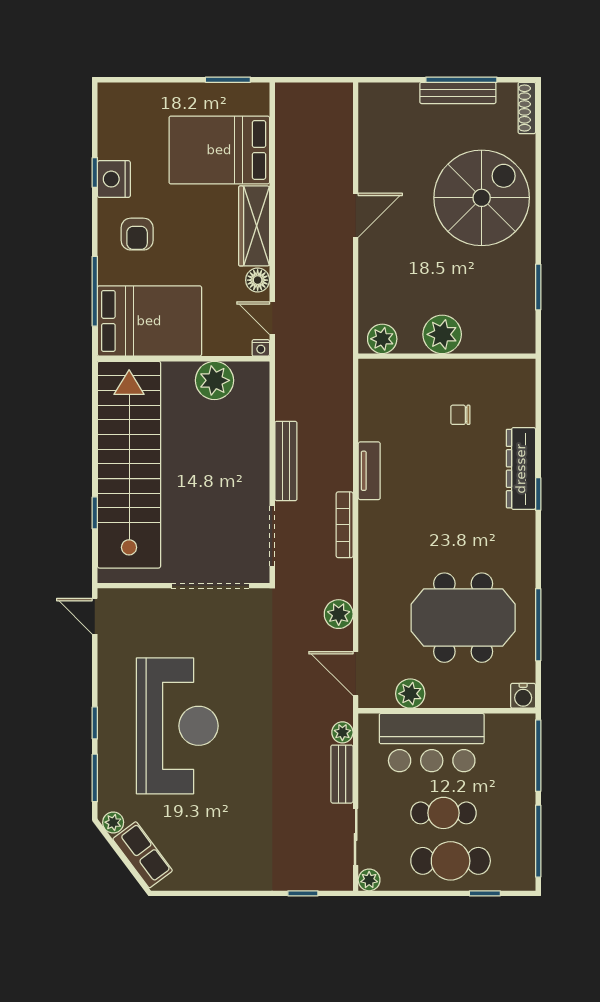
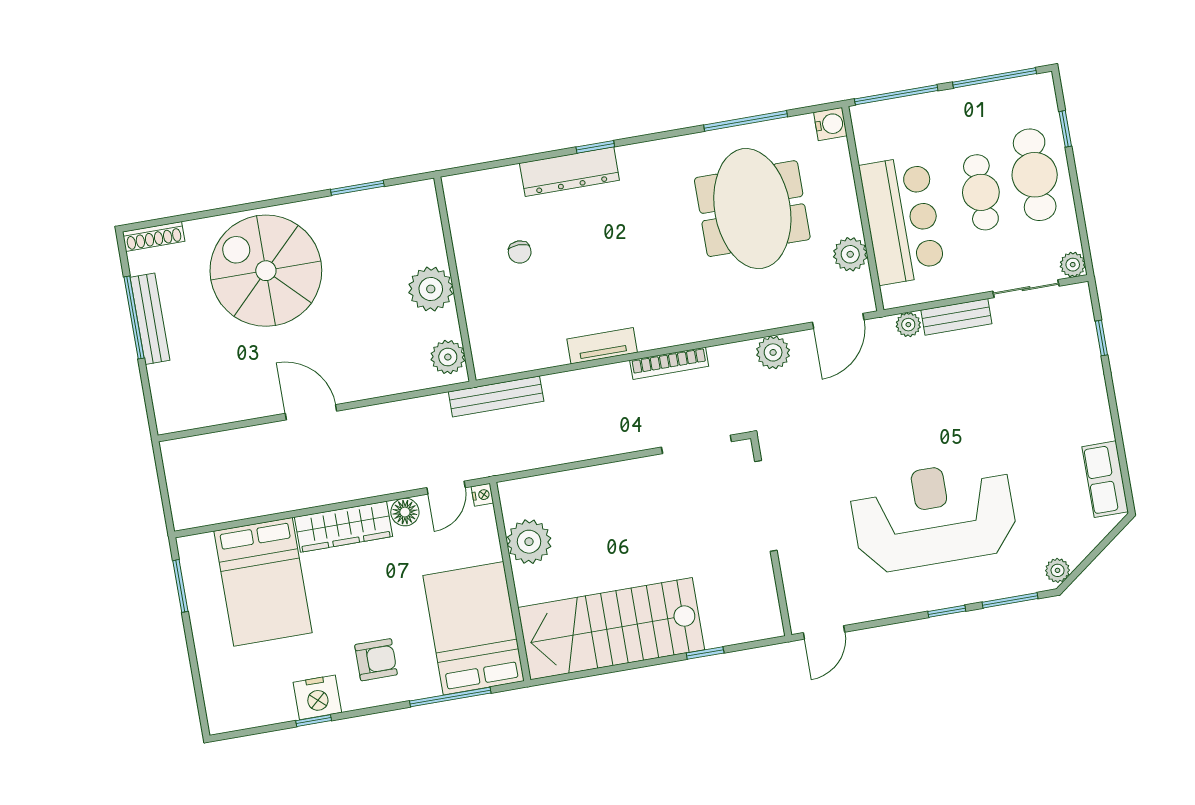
bench: (286, 461) -> (496, 396), moved
stairs: (129, 465) -> (611, 629), width x0.73
row of seats: (143, 855) -> (1105, 479), moved, turned -53

